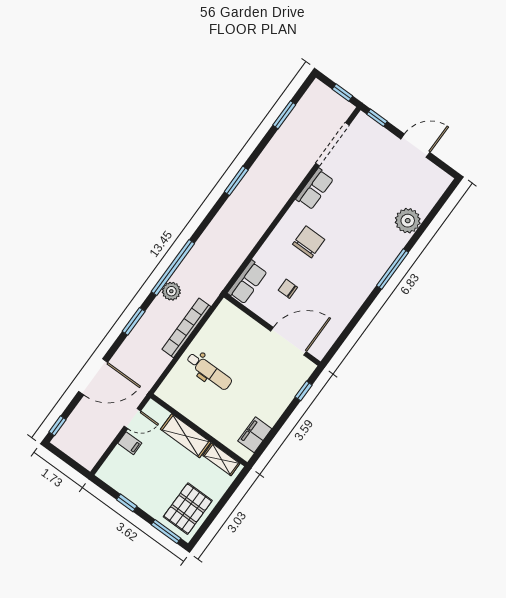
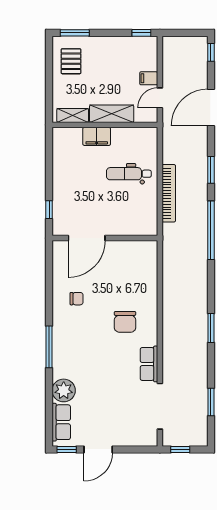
window: (377, 118) -> (67, 450), moved
row of seats: (247, 282) -> (61, 422), moved, turned 180
chair: (288, 289) -> (77, 299), moved
plant: (171, 291) -> (199, 212), removed
filing cabinet: (255, 435) -> (97, 136), moved, turned 90
window: (127, 503) -> (141, 33), moved
pallet: (188, 509) -> (71, 61), width x0.67, depth x0.71

